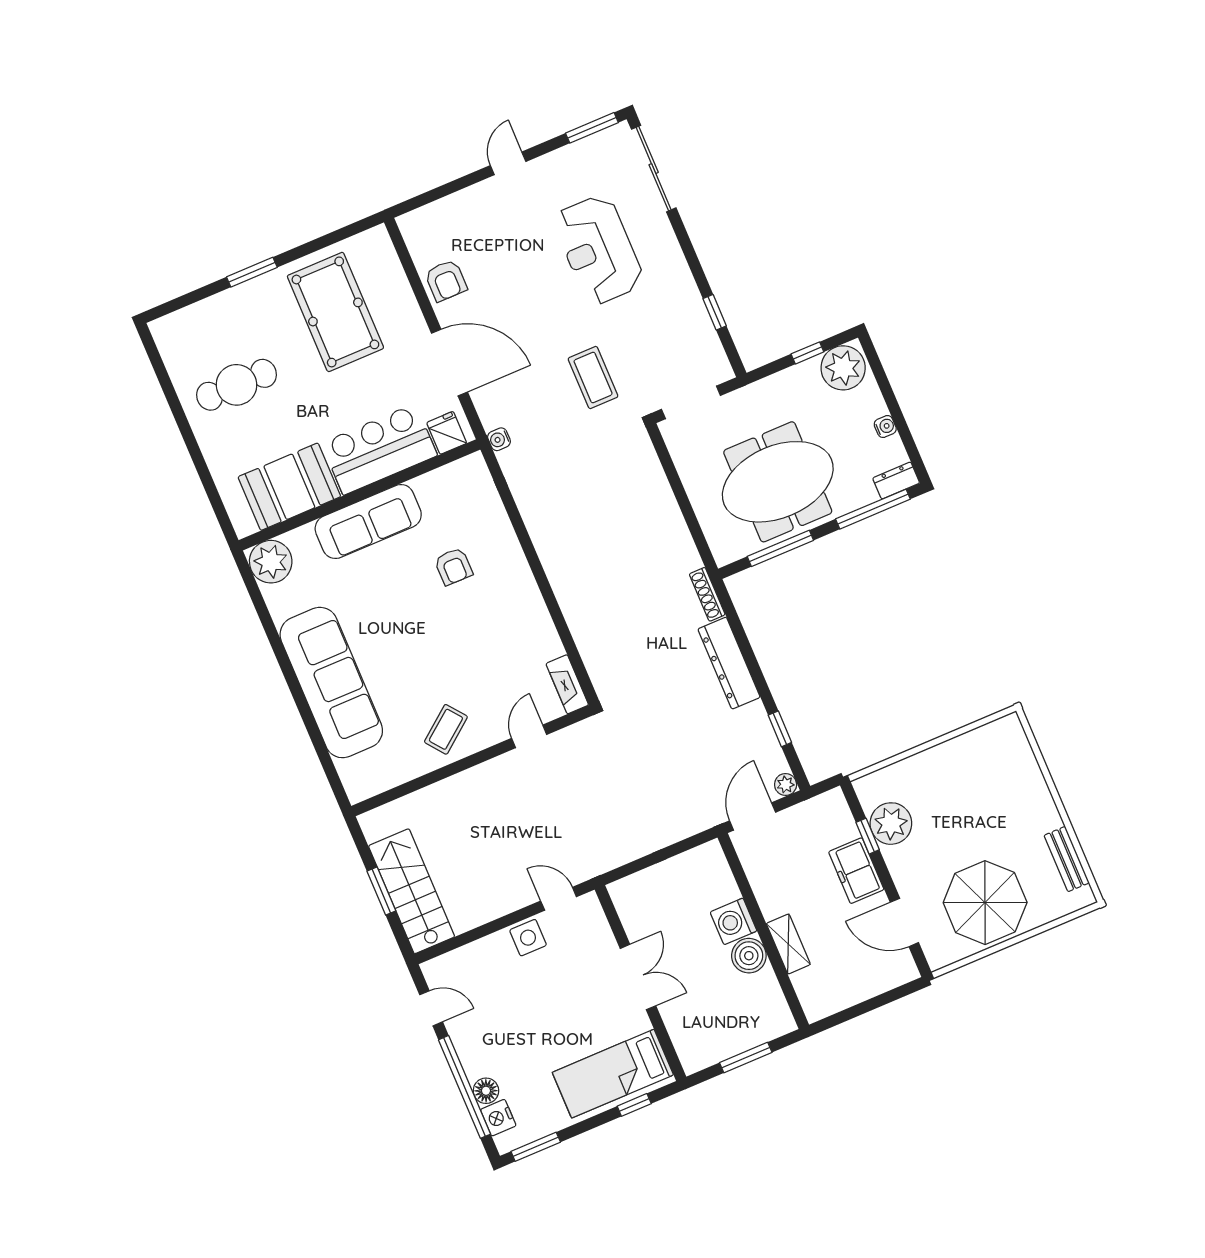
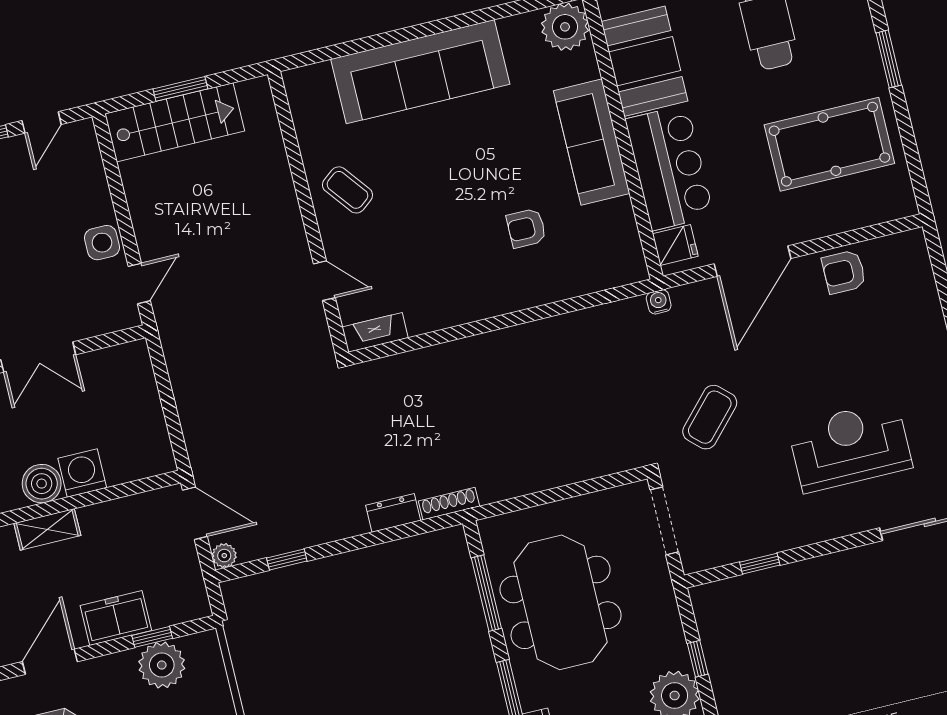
coffee table: (593, 377) -> (710, 417), turned -47
dresser: (729, 663) -> (393, 513), width x0.51, depth x0.80

